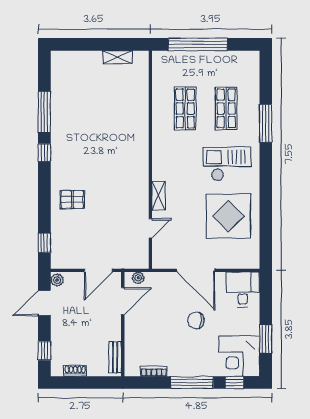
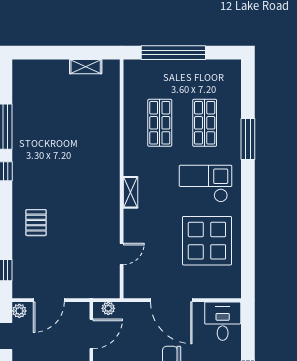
shelving: (158, 196) -> (130, 192), moved
pallet: (72, 199) -> (36, 223), turned 90
door: (98, 270) -> (49, 300), moved

